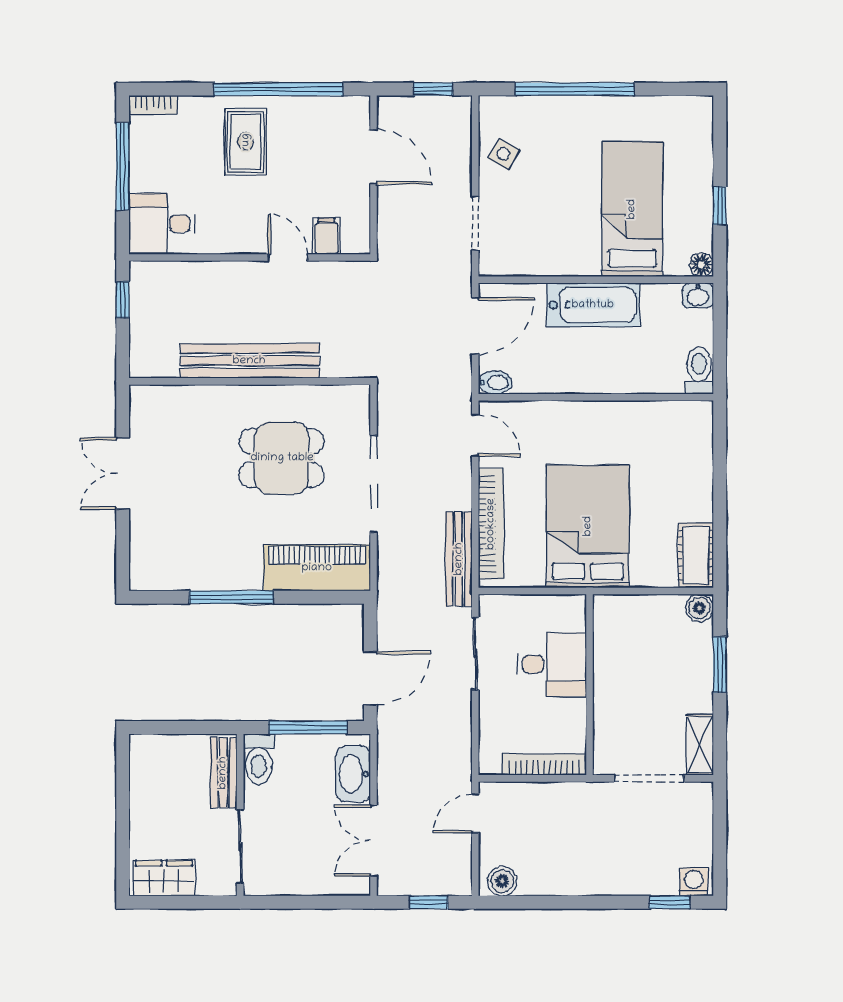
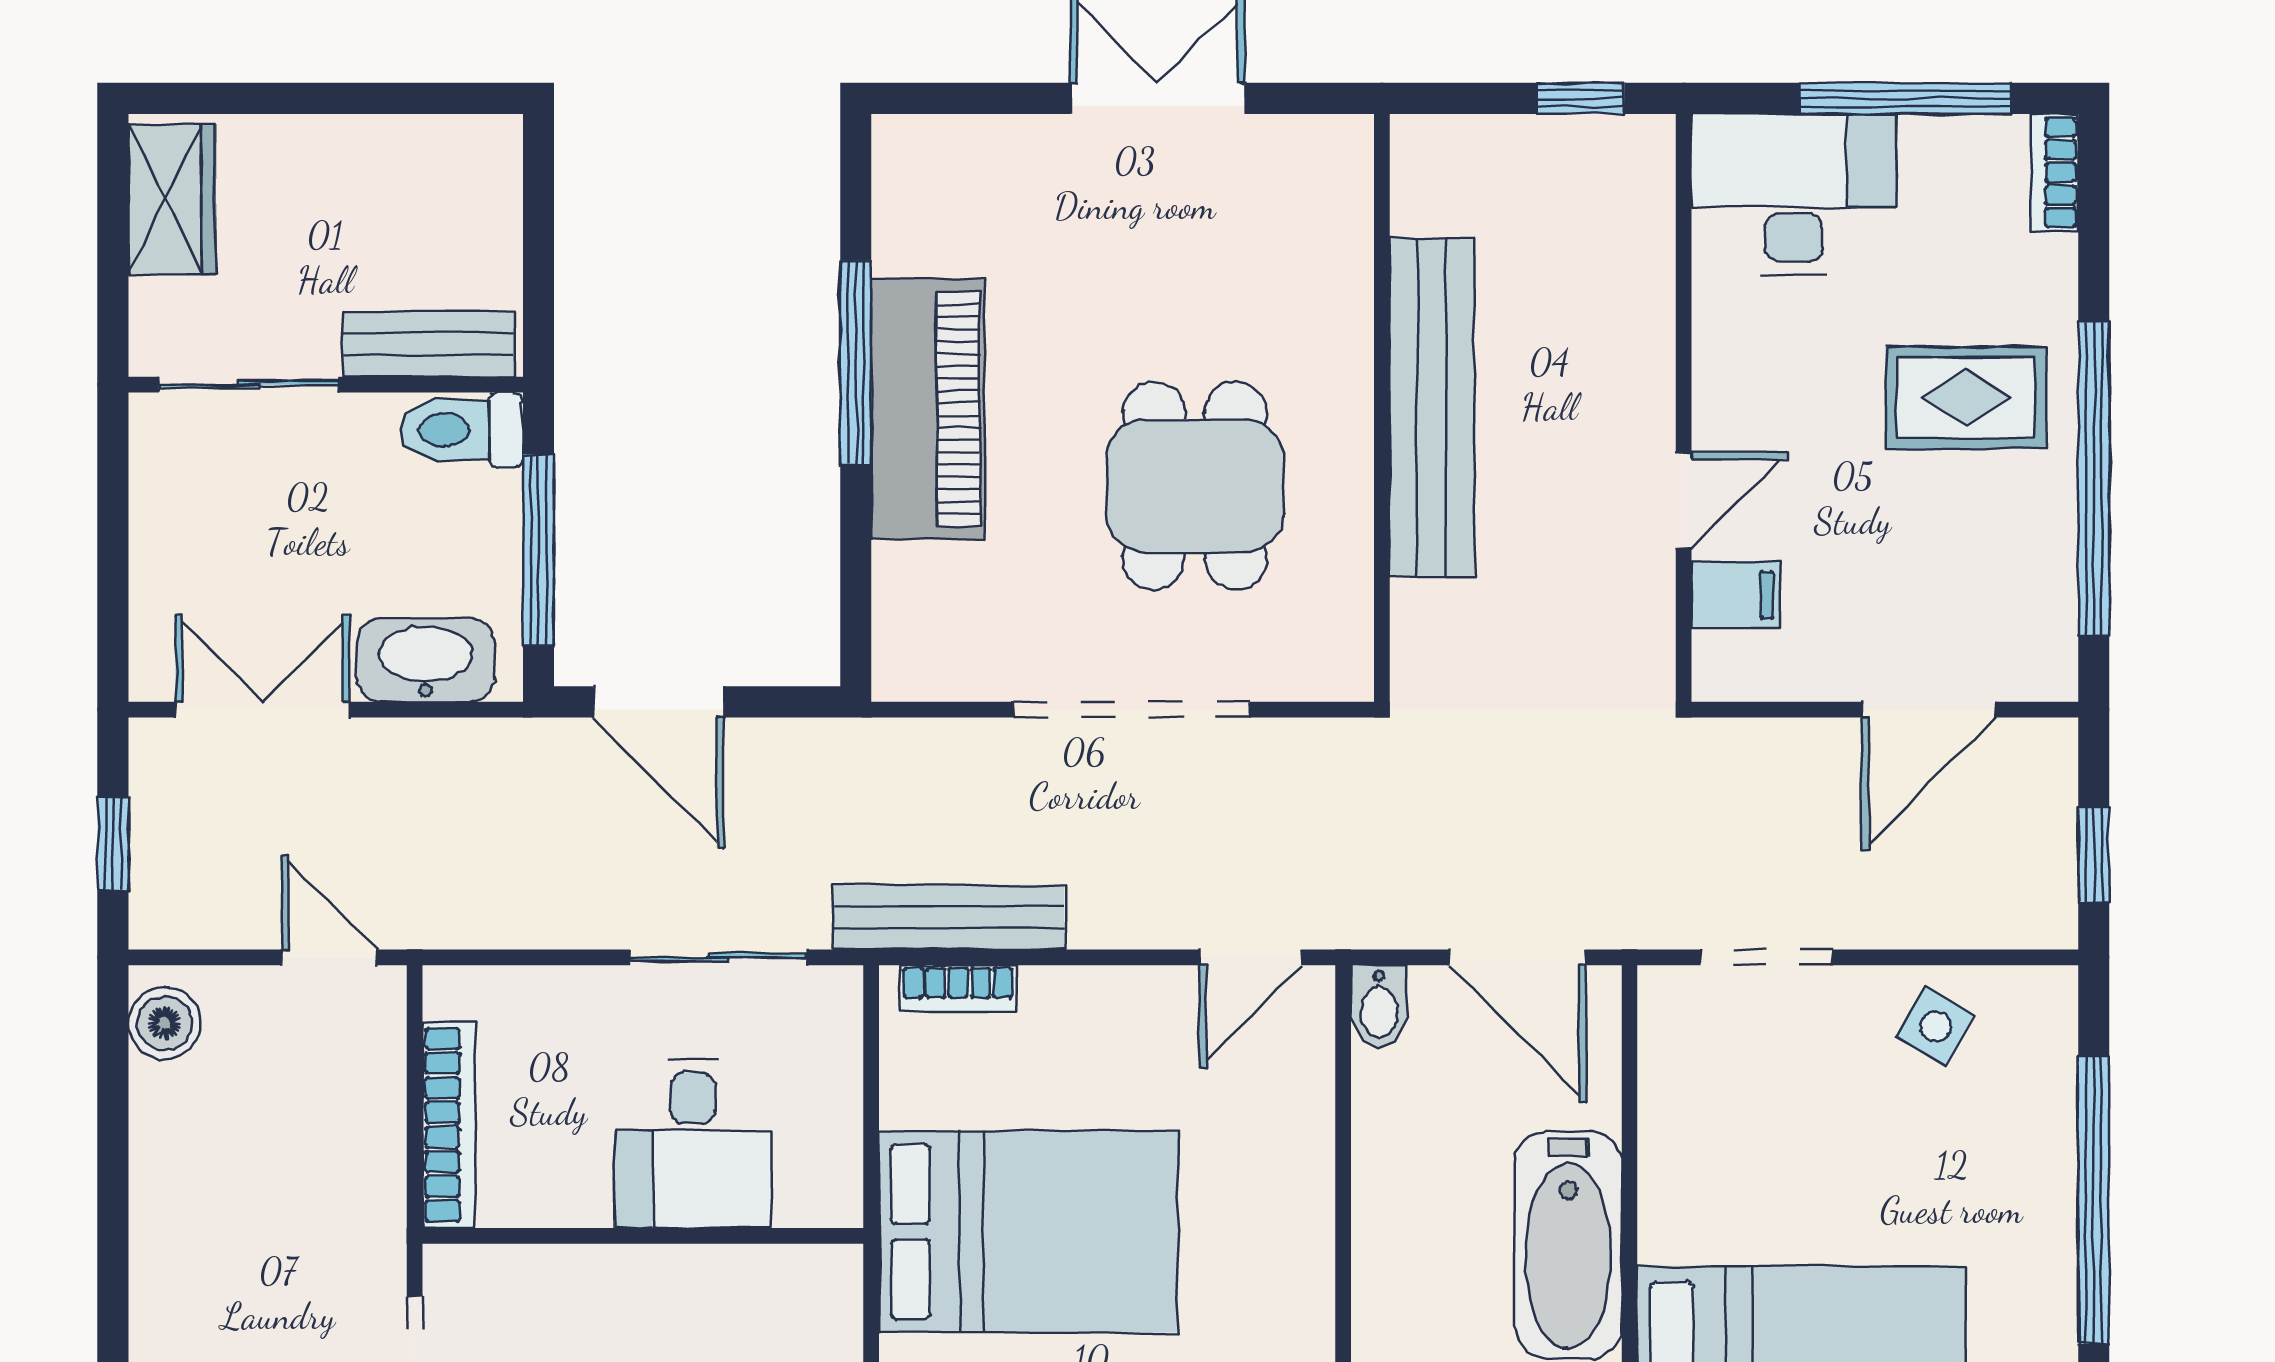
desk: (162, 224) -> (1794, 194), width x1.37
bookcase: (491, 524) -> (958, 988), width x0.43, depth x0.76
piano: (317, 568) -> (928, 409), moved

